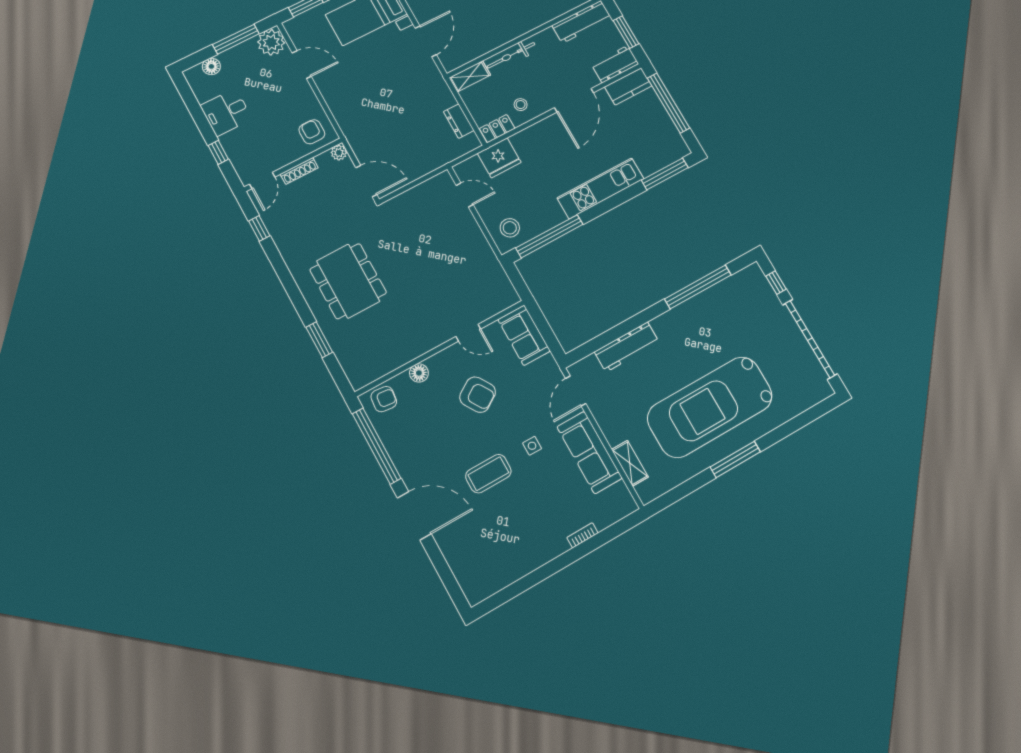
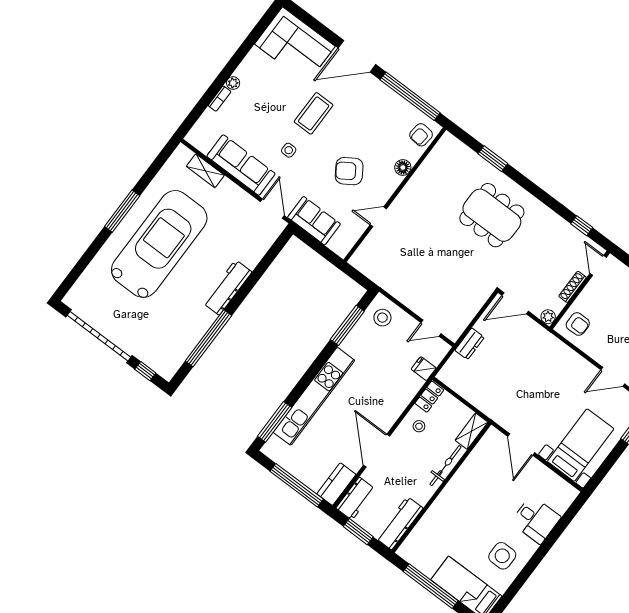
dresser: (459, 121) -> (470, 344), moved, turned 90
fridge: (499, 158) -> (424, 369), width x0.53, depth x0.75
kitchen unit: (601, 188) -> (314, 396), width x1.36
window: (549, 236) -> (347, 325), width x0.68
sofa: (524, 335) -> (314, 221), moved
workbench: (627, 347) -> (227, 288), moved
plant: (561, 546) -> (233, 83), added
corner sofa: (476, 558) -> (295, 45), added

